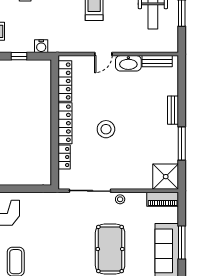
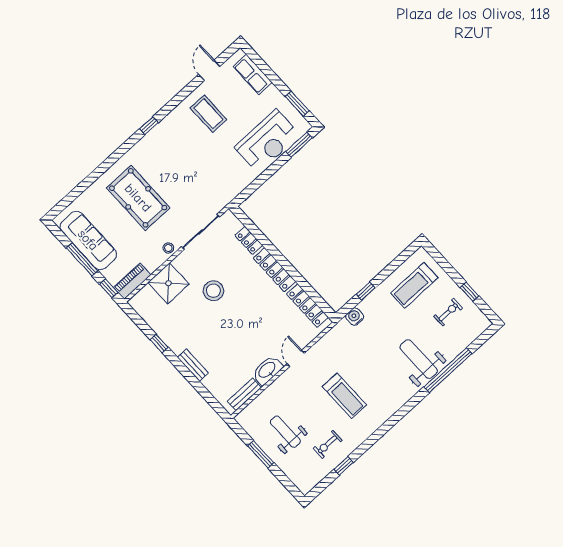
stool: (106, 129) -> (213, 291), moved
window: (182, 144) -> (159, 344), width x0.46
shower: (166, 177) -> (168, 283), moved
window: (182, 208) -> (109, 288), added

